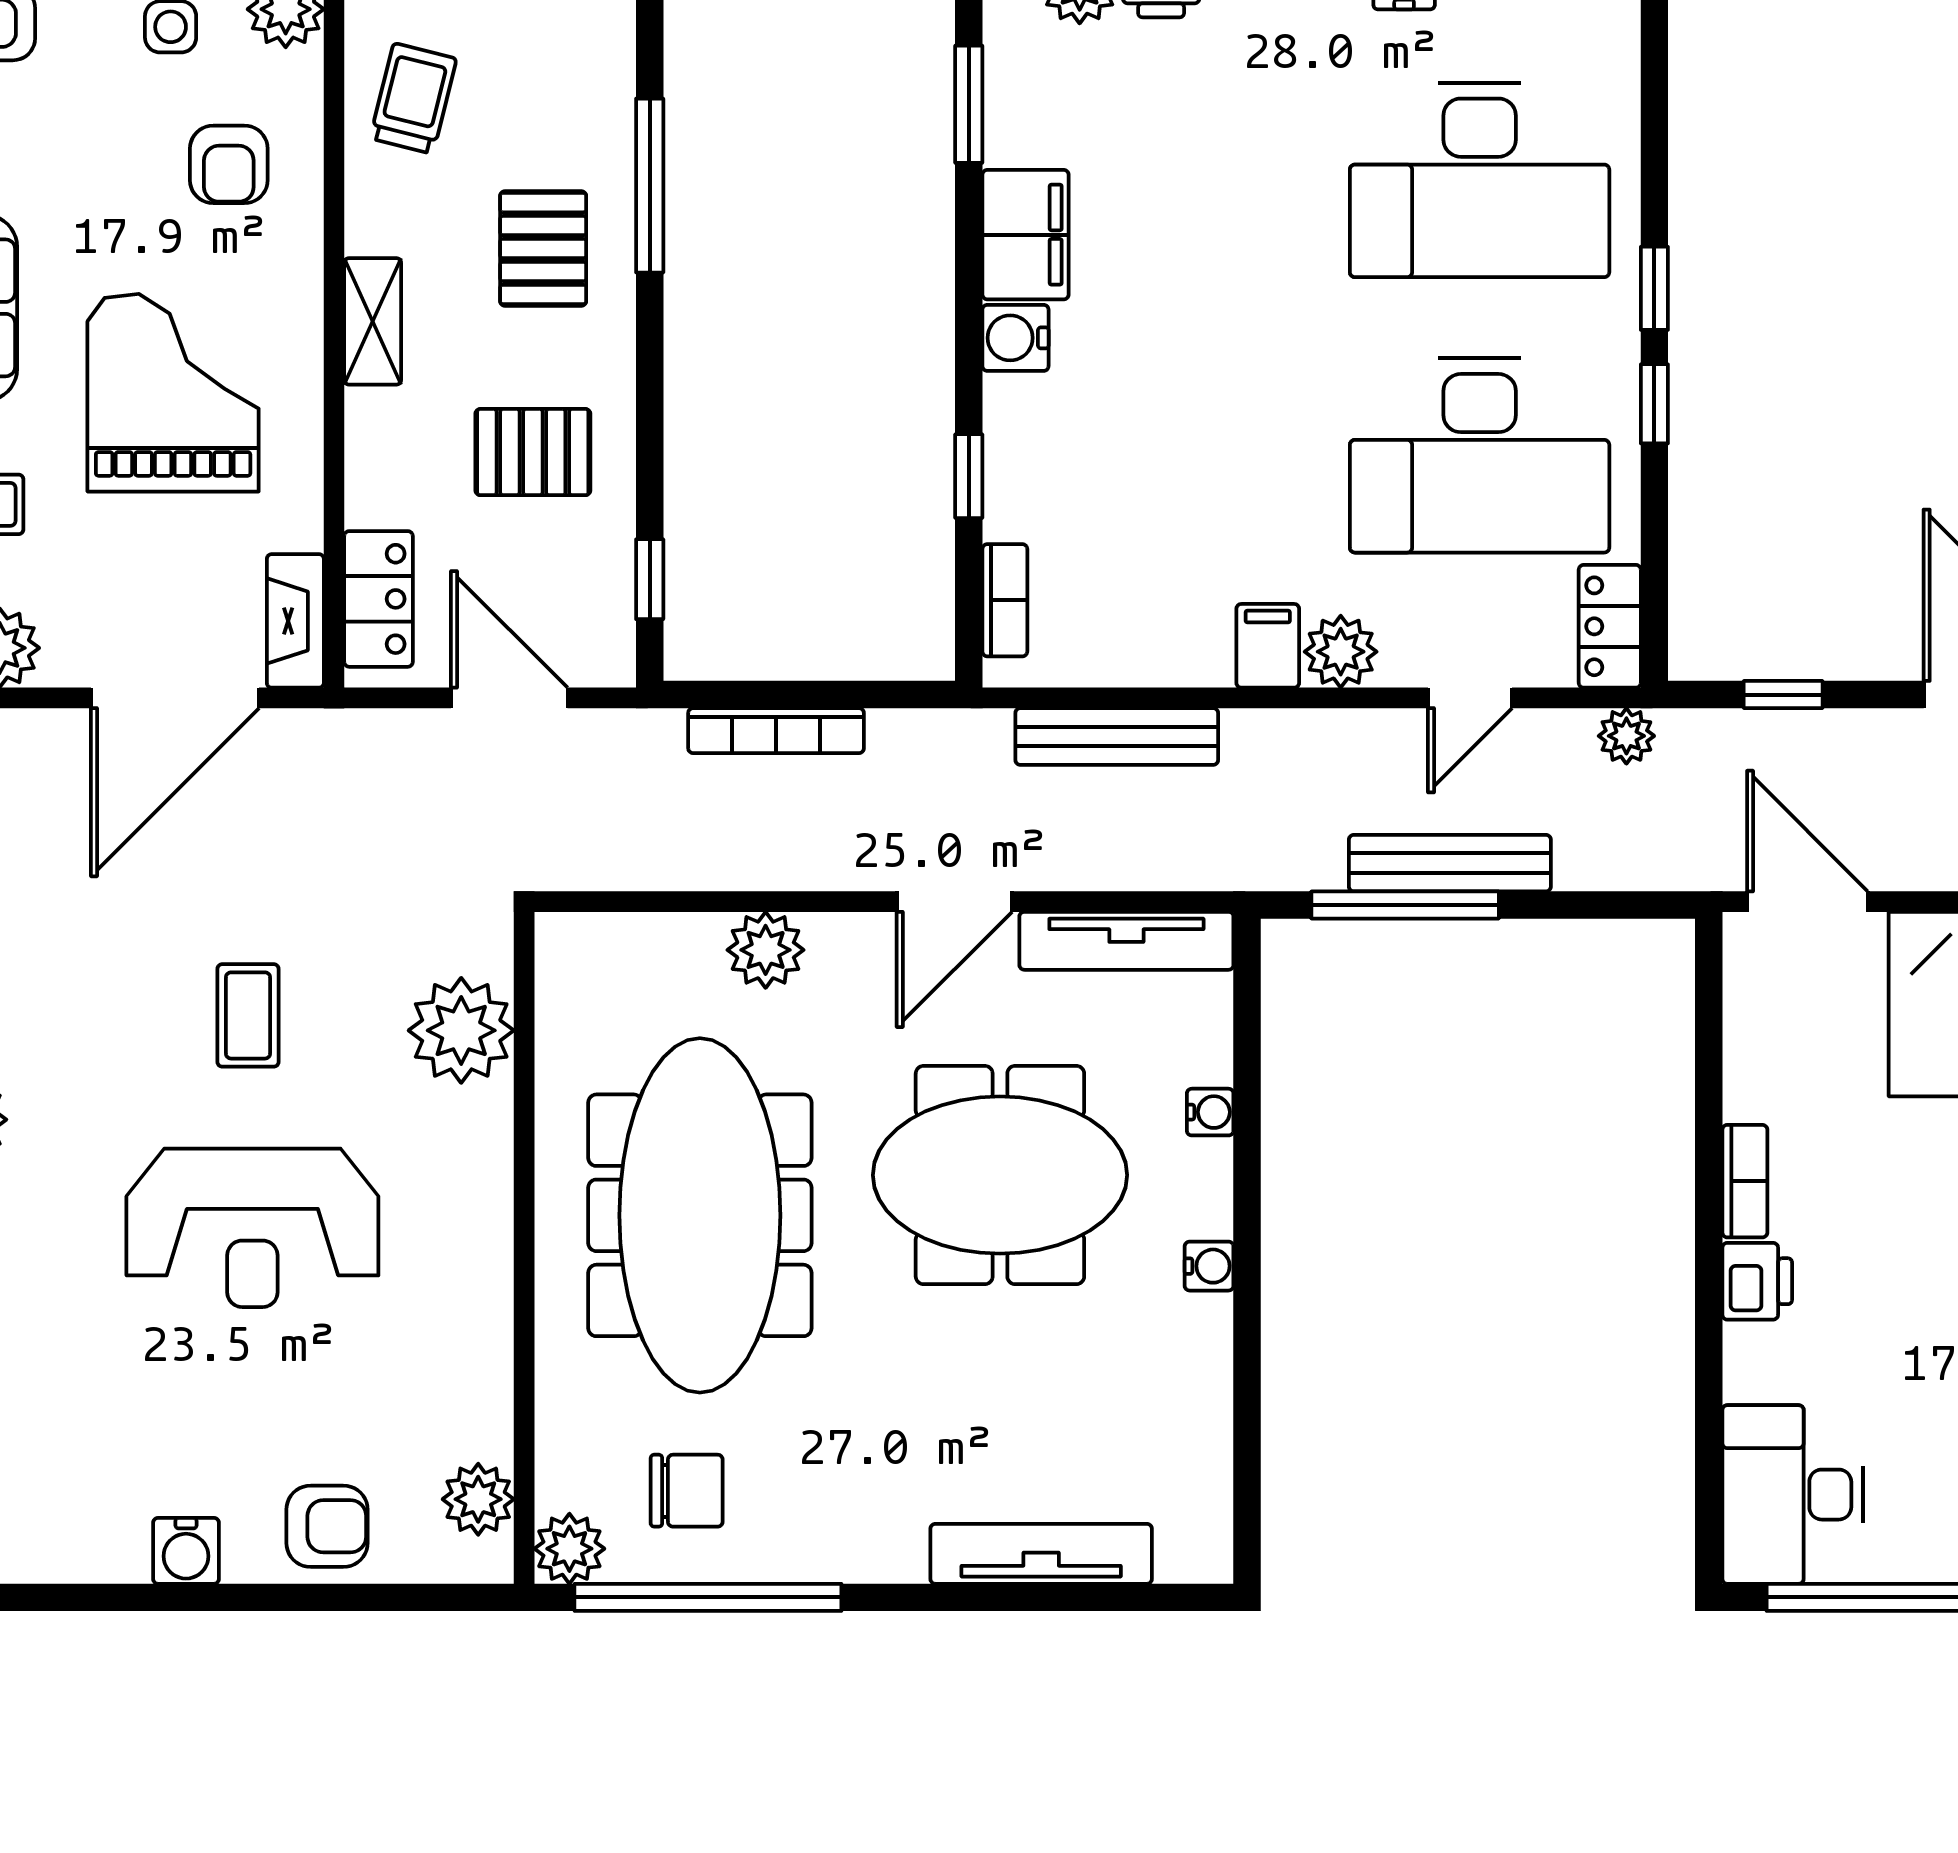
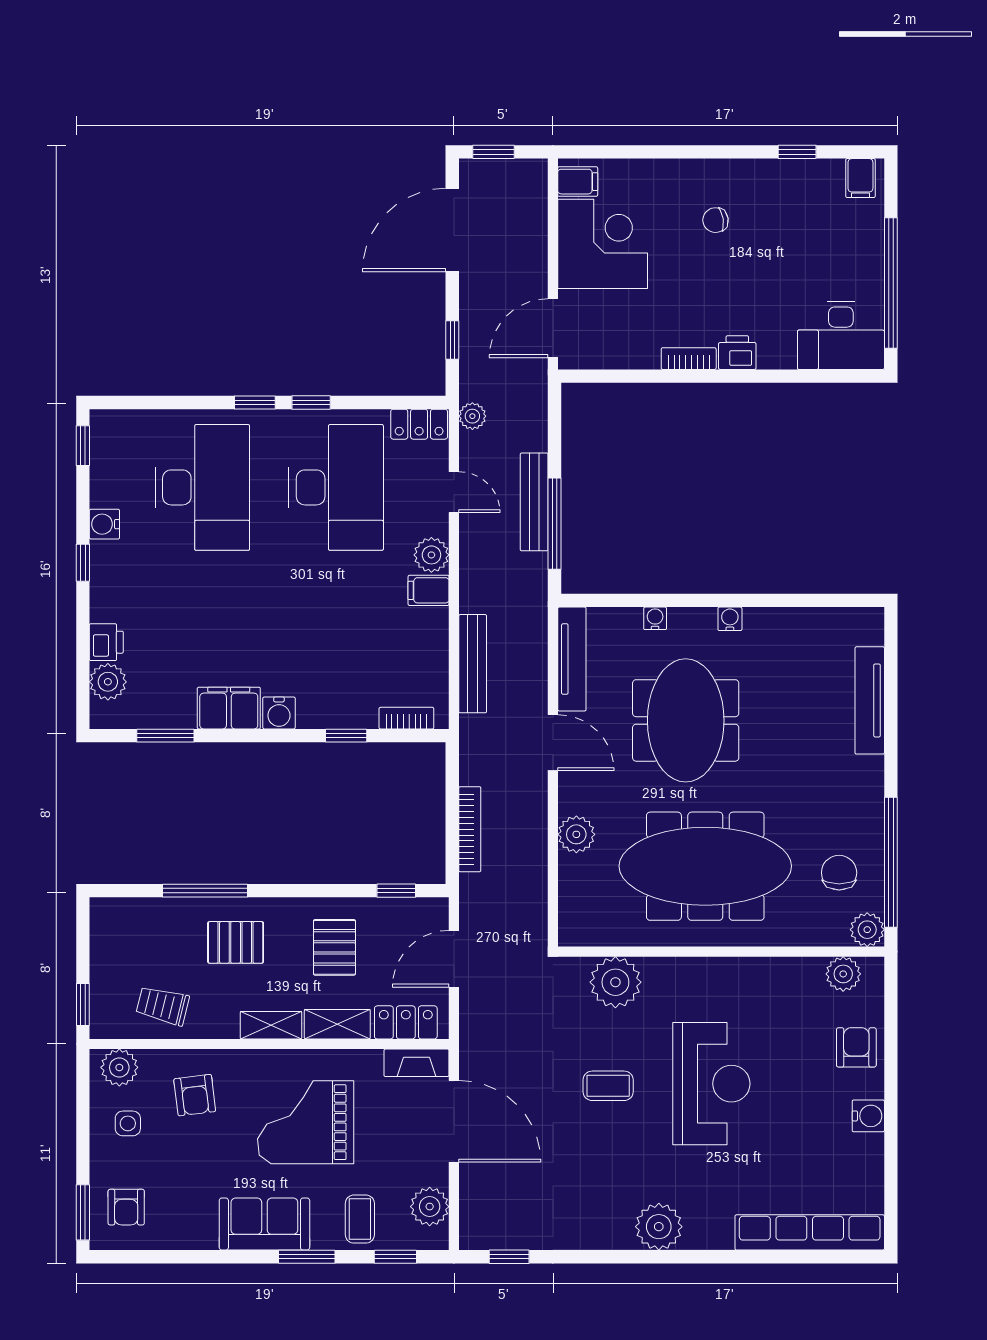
armchair: (229, 164) -> (195, 1095), turned 83
shelving: (375, 458) -> (337, 1024), added

